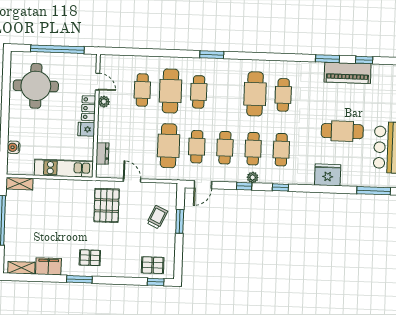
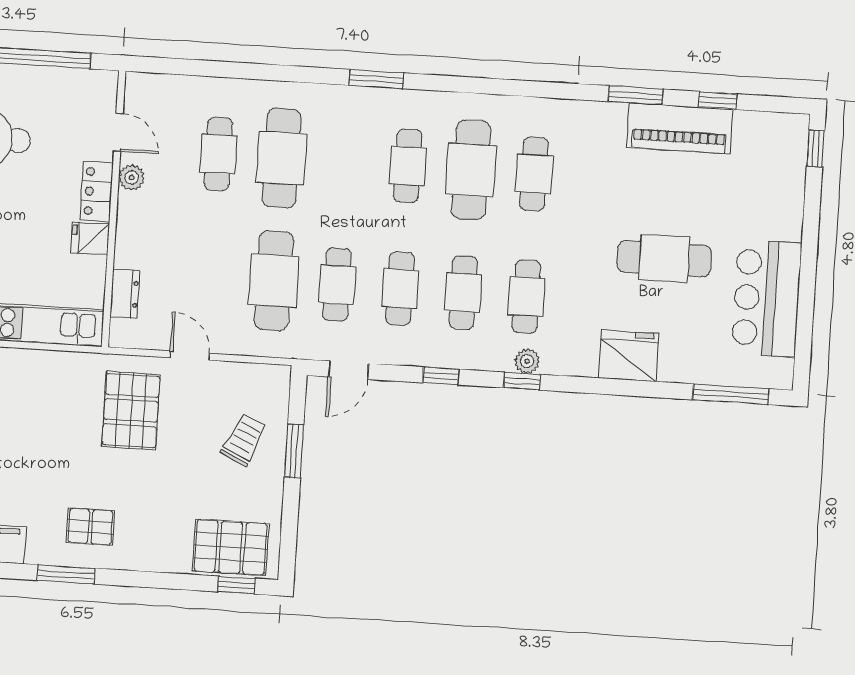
cafe table: (199, 92) -> (408, 166), moved
plant: (253, 177) -> (527, 361), moved
pallet: (153, 265) -> (231, 547), width x1.50, depth x1.42

